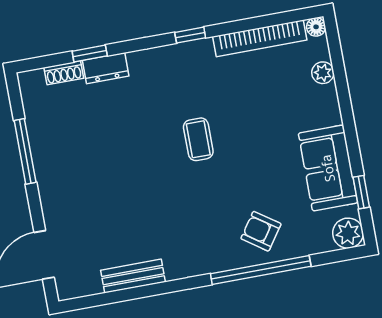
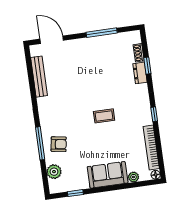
sofa: (328, 168) -> (108, 175), moved
armchair: (261, 231) -> (59, 144), turned 64
plant: (348, 233) -> (54, 172), moved
window: (261, 270) -> (40, 143), width x0.68
bench: (133, 276) -> (39, 77), width x1.36

